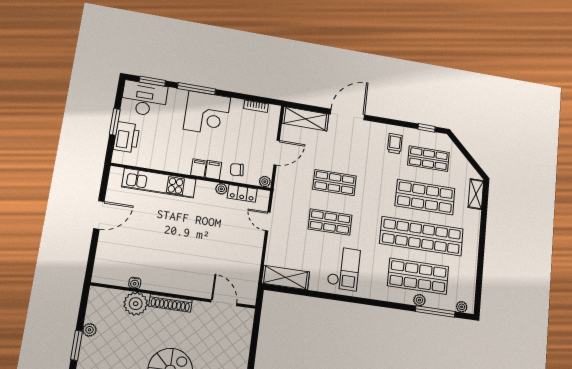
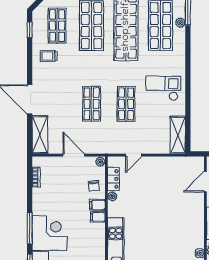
corner desk: (207, 113) -> (50, 233), moved

